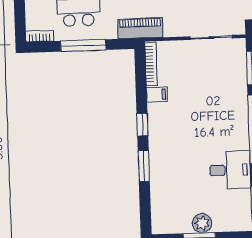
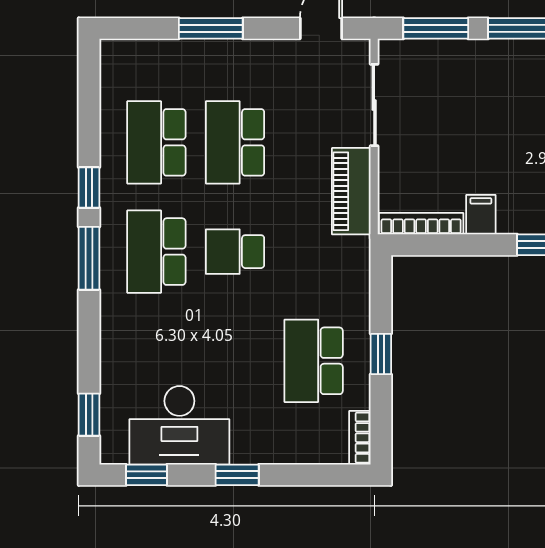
piano: (140, 28) -> (351, 191), moved
window: (83, 45) -> (381, 354), width x0.46

